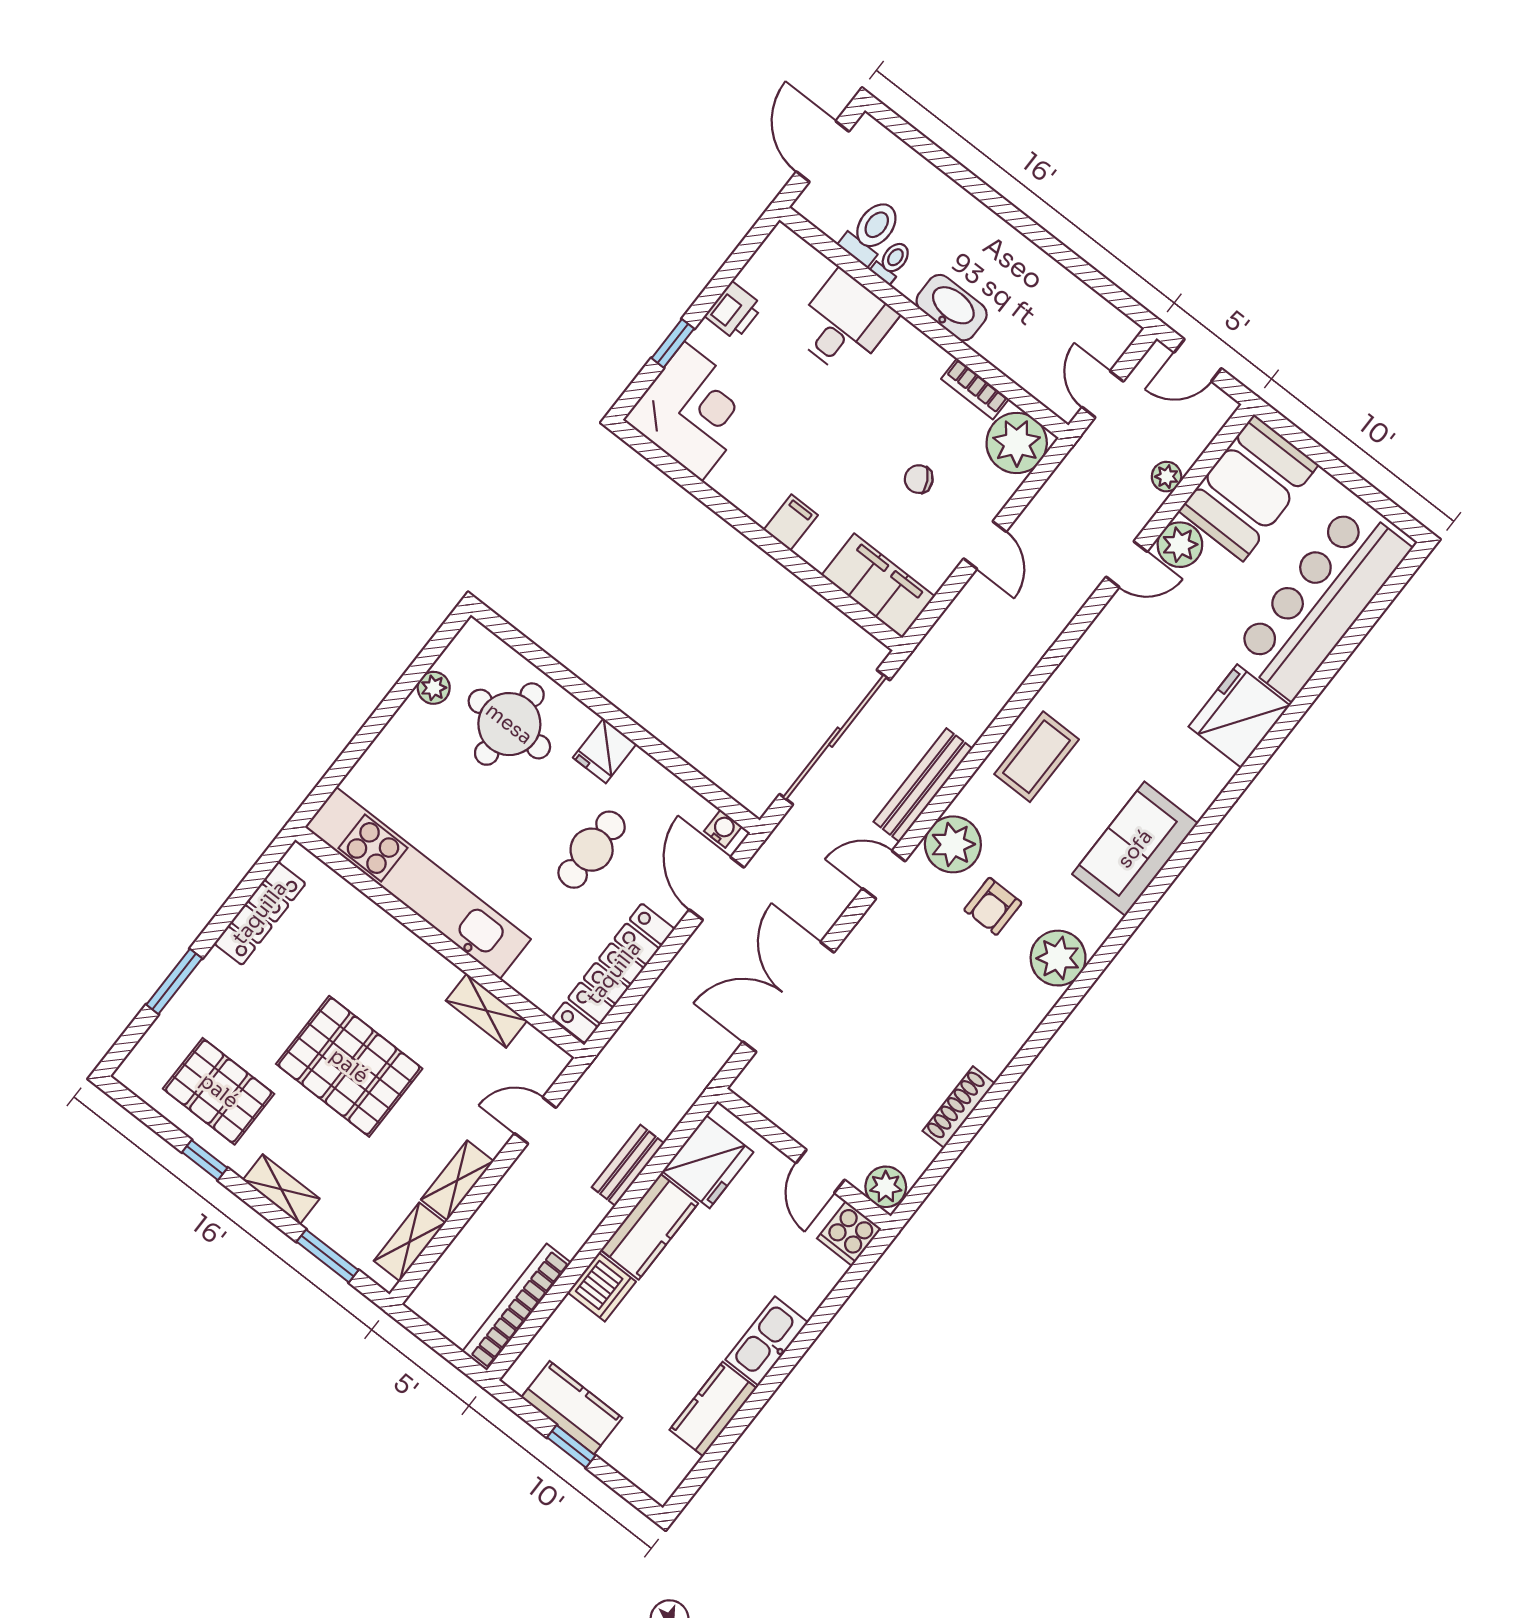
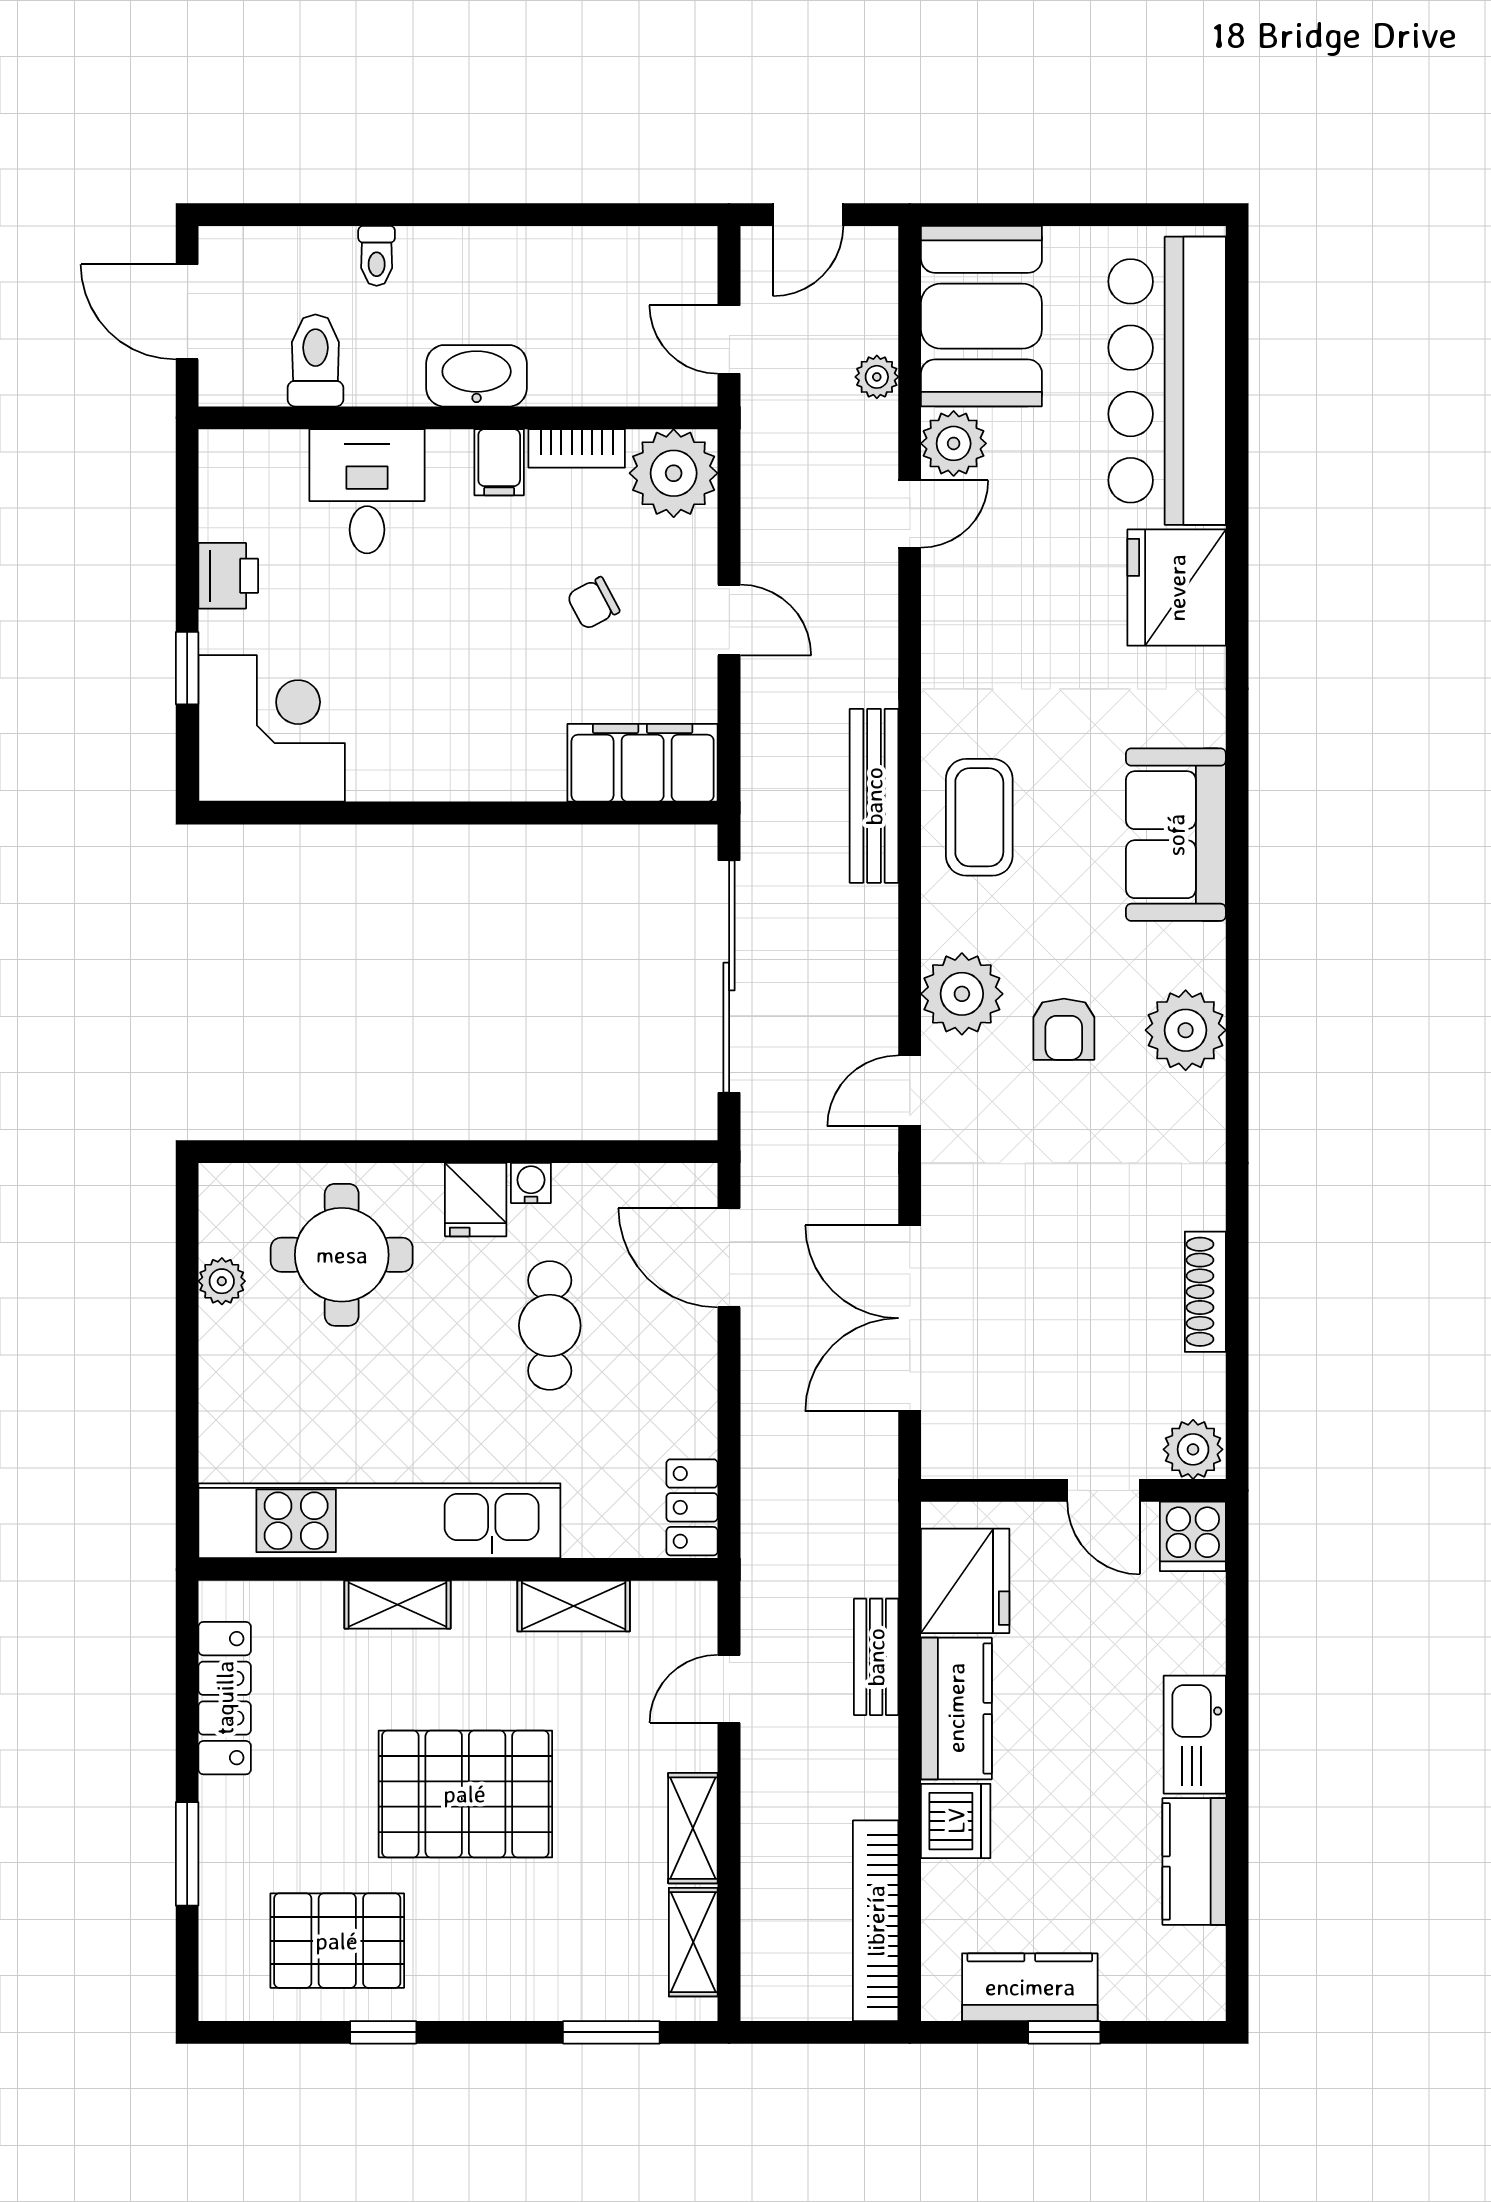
toilet: (892, 262) -> (377, 256), moved, turned 180
filing cabinet: (791, 522) -> (499, 462), moved, turned 180
bench: (923, 785) -> (874, 796), moved
water cooler: (723, 829) -> (531, 1183), moved
locker: (614, 973) -> (692, 1507), width x0.46, depth x0.83
shelving: (281, 1189) -> (398, 1605), moved

